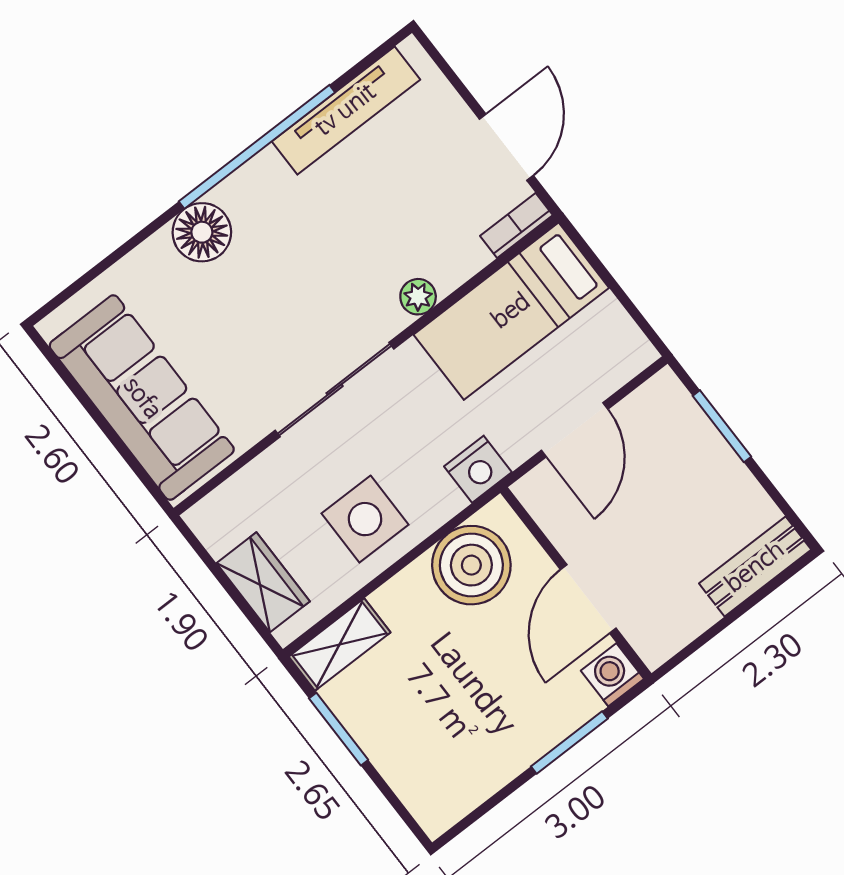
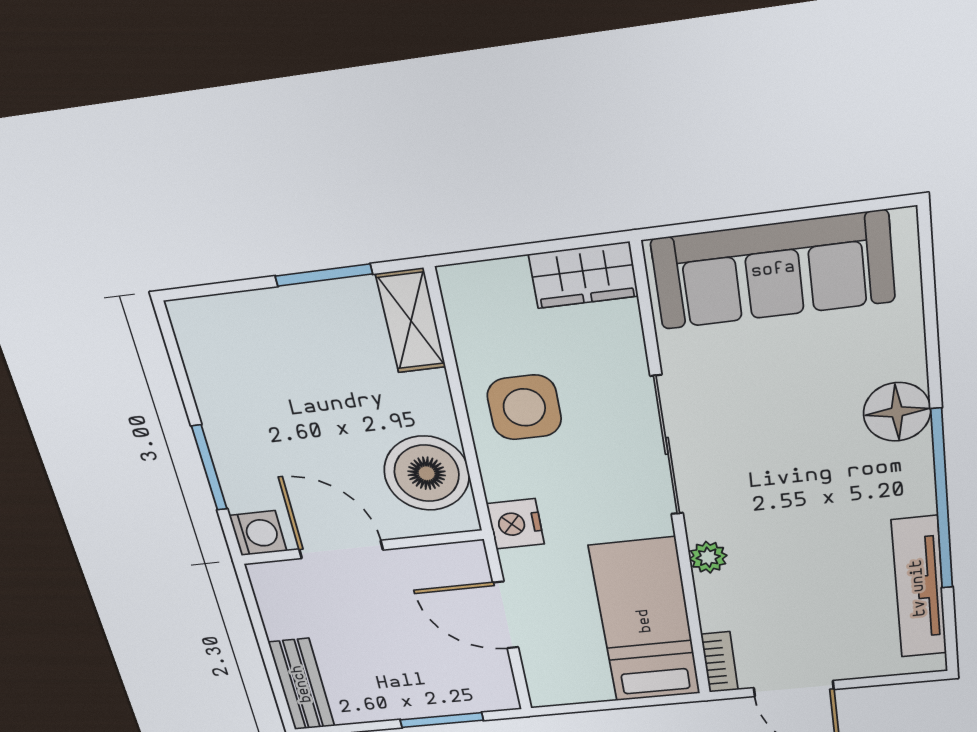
wardrobe: (263, 582) -> (583, 275), moved

